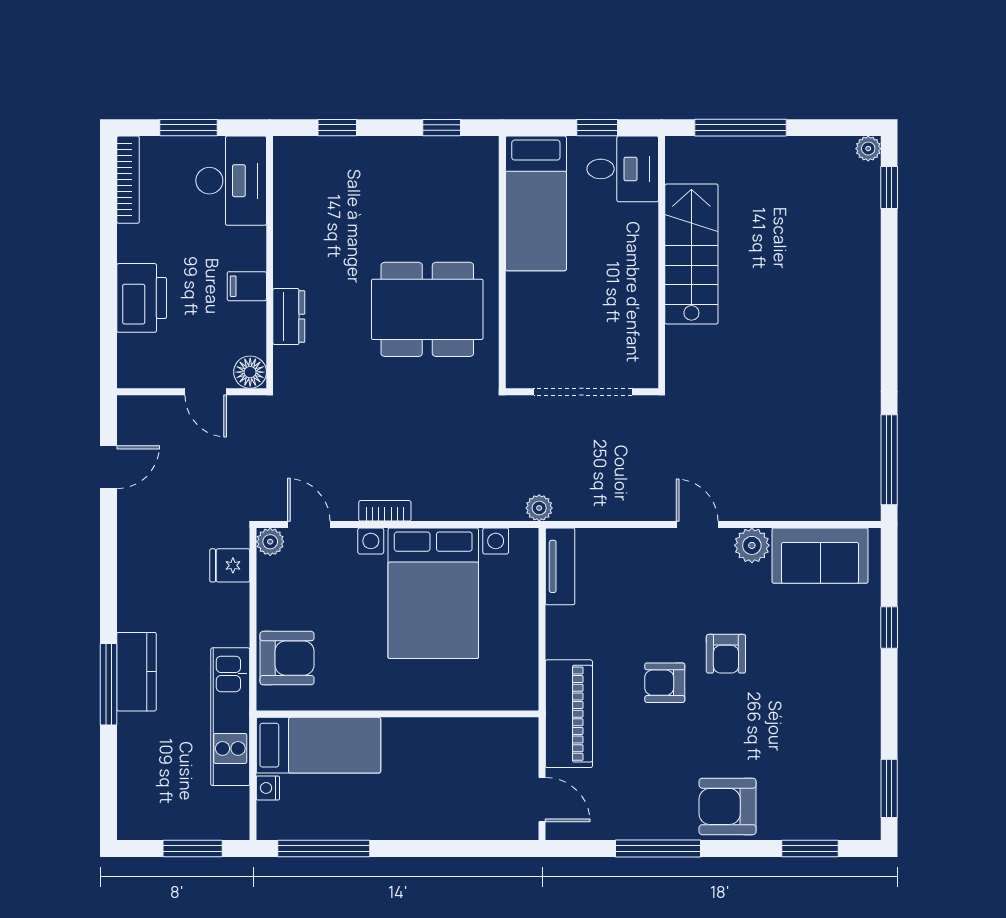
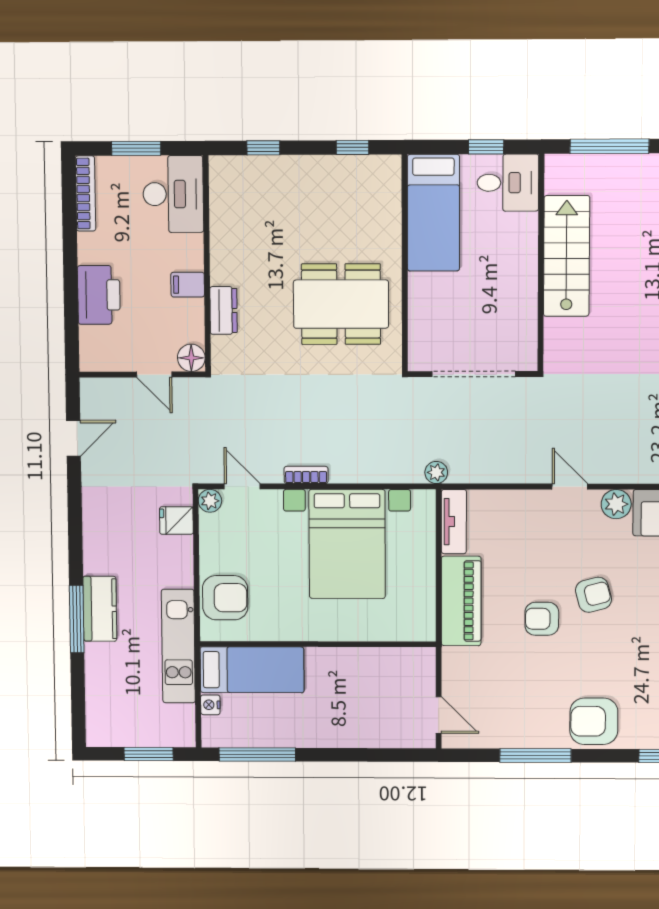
armchair: (726, 654) -> (593, 595), turned -105
piano: (569, 714) -> (461, 601), moved

